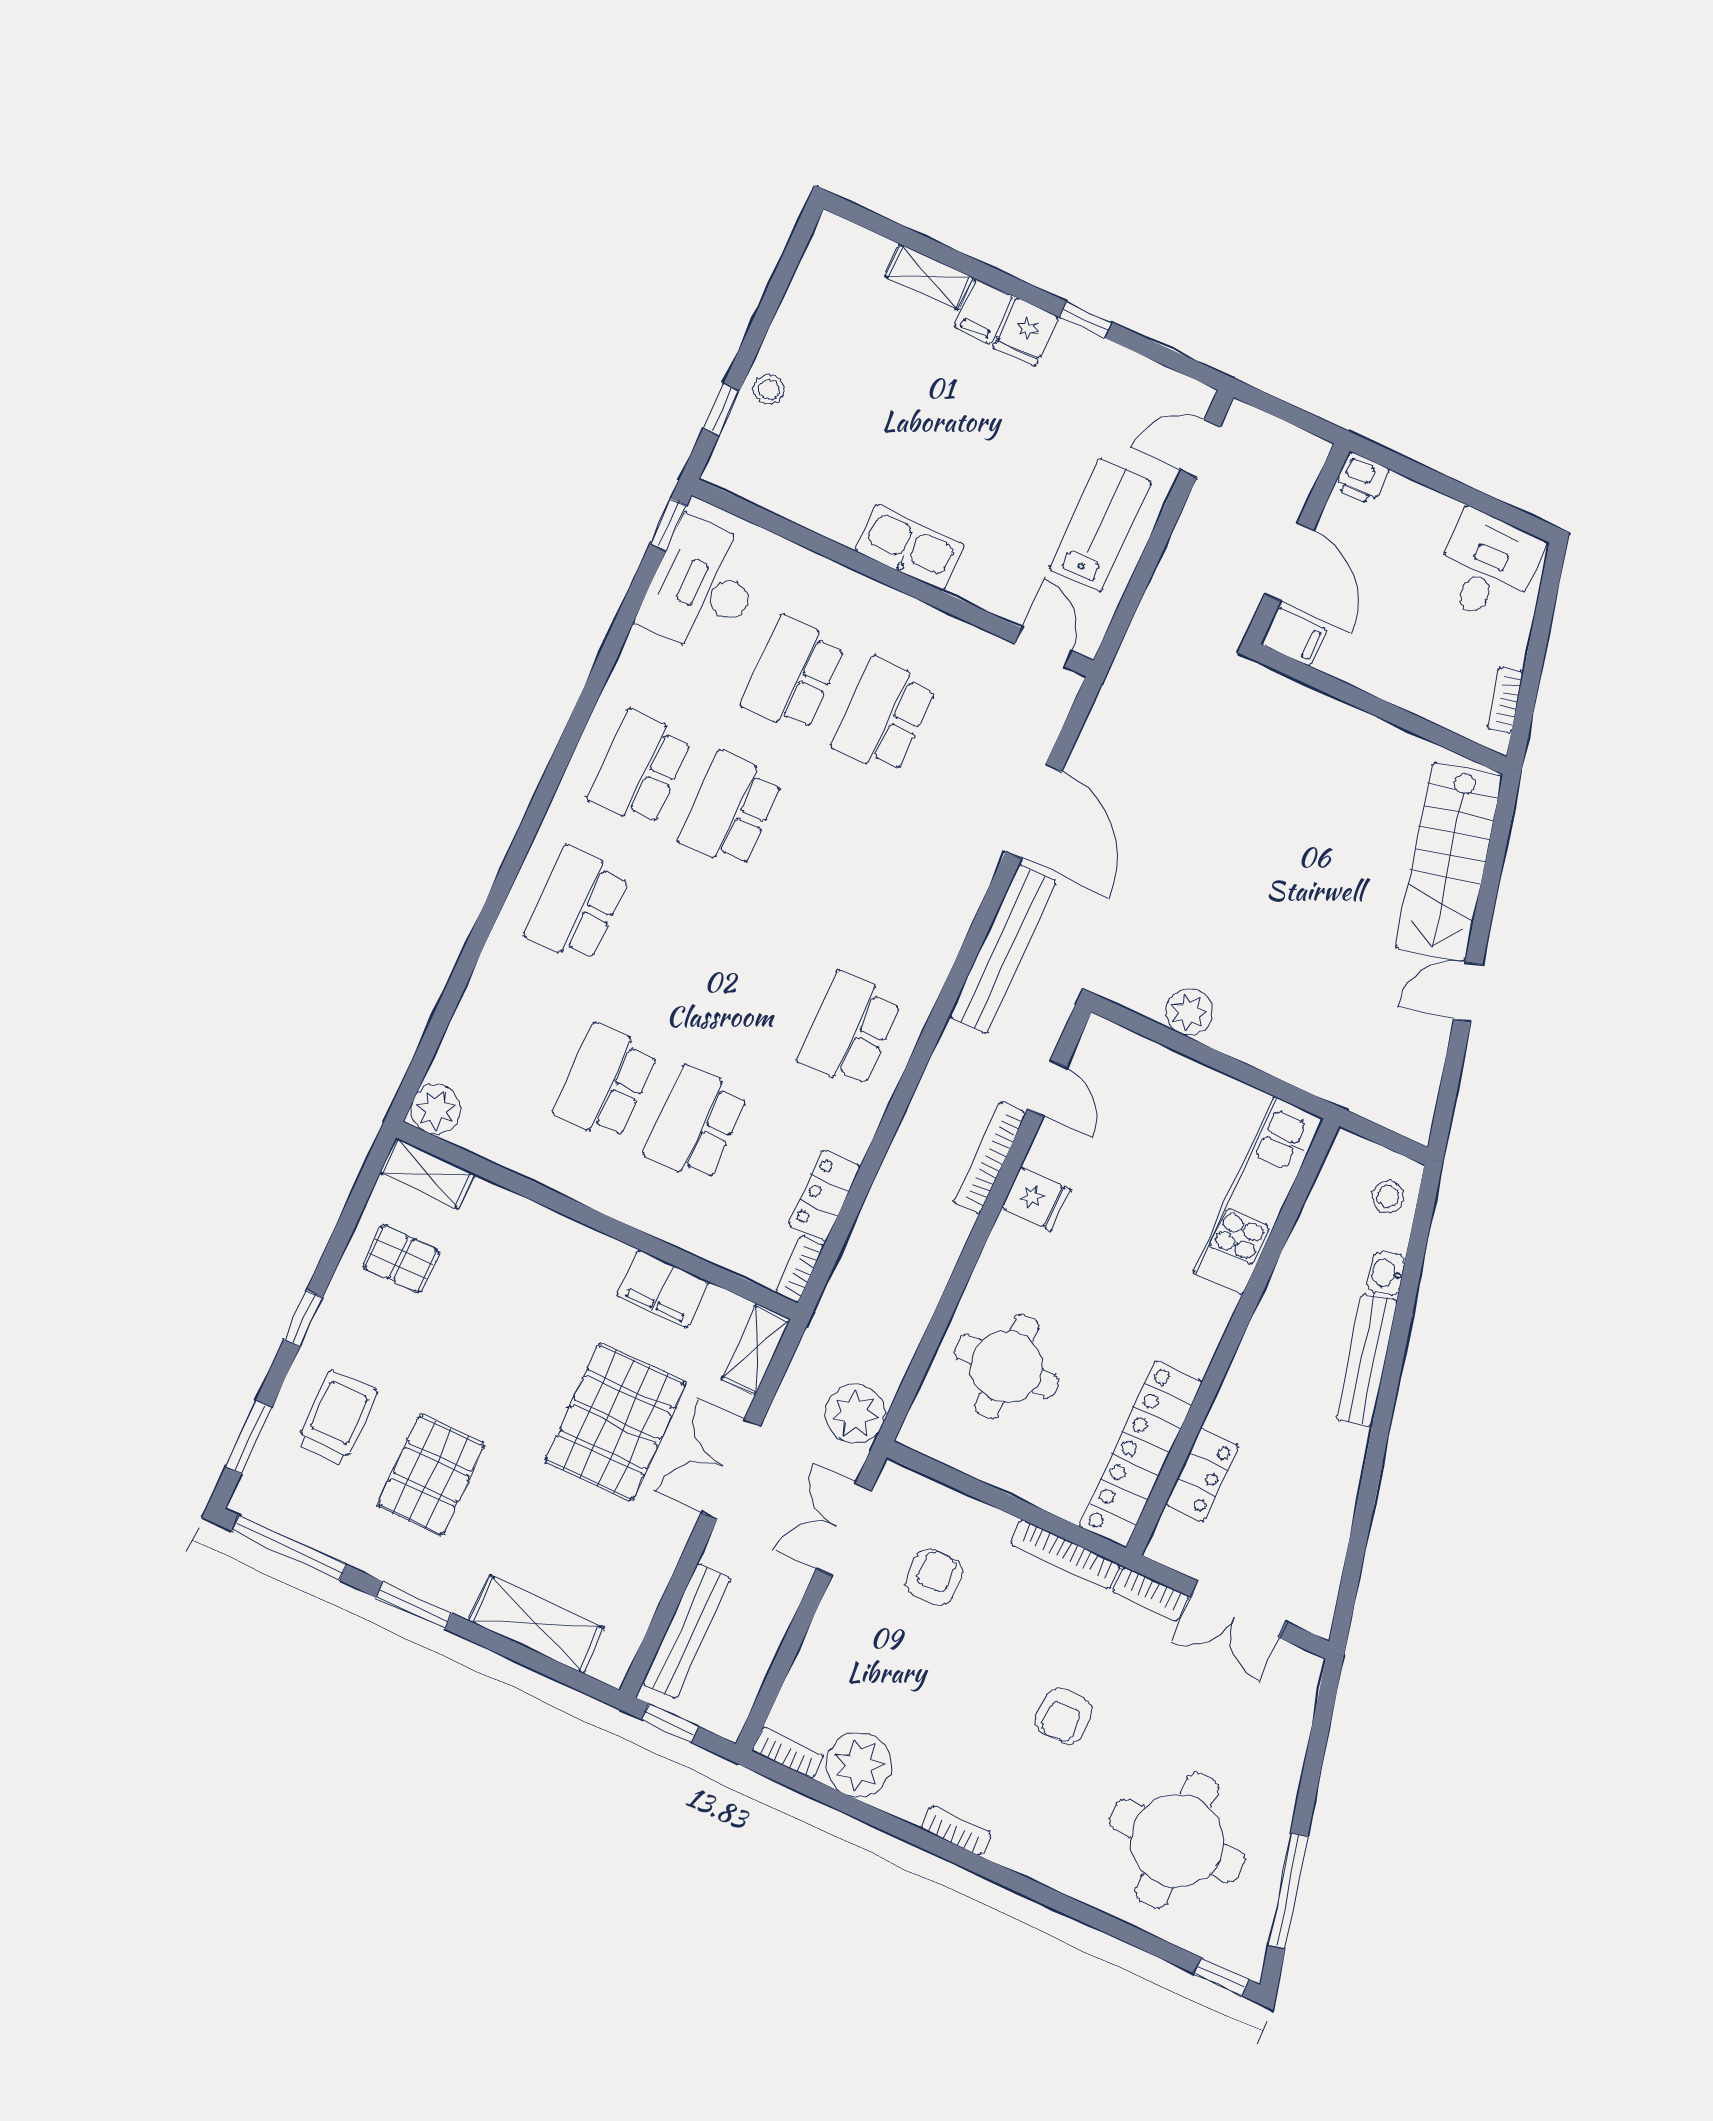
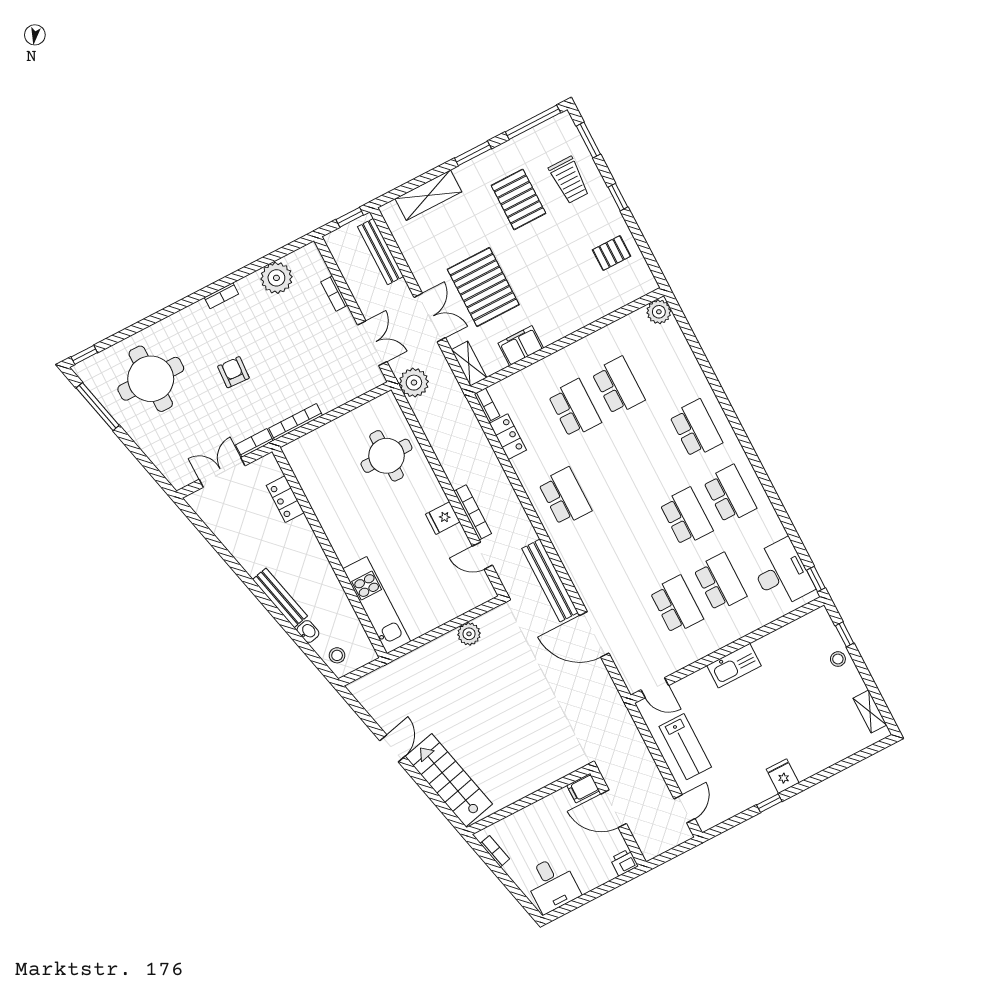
shelving: (929, 277) -> (870, 712), moved, turned 90
filing cabinet: (983, 312) -> (803, 766), removed
shelving: (427, 1173) -> (637, 289), removed
locker: (1141, 1454) -> (312, 482), removed
armchair: (934, 1577) -> (327, 364), removed
bookcase: (788, 1753) -> (334, 293), moved, turned 90

